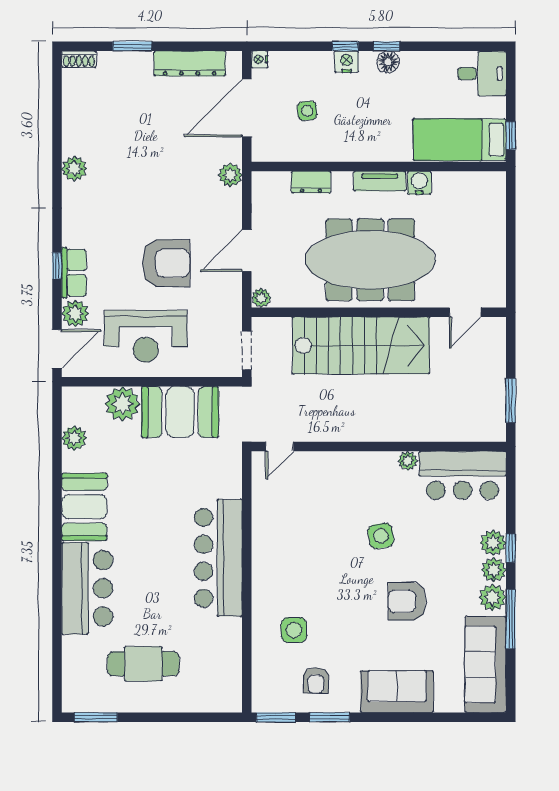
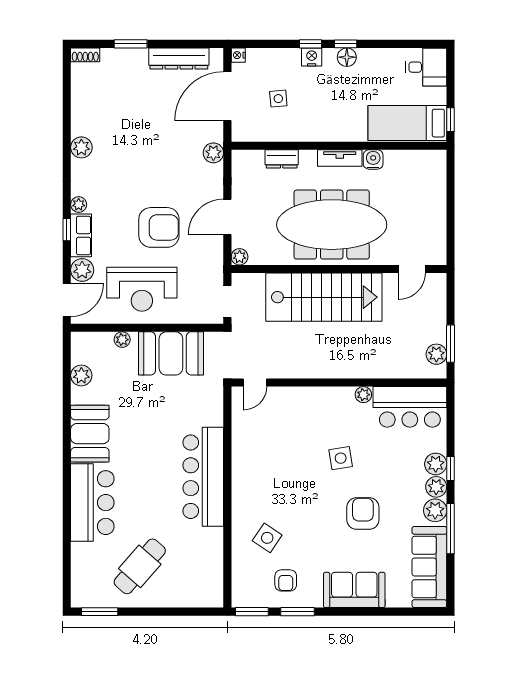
plant: (71, 236) -> (79, 205), added
plant: (122, 404) -> (122, 340), width x0.53, depth x0.53
plant: (494, 413) -> (436, 354), added
armchair: (407, 601) -> (363, 513), turned 90
side table: (294, 630) -> (267, 538), turned 34
cafe table: (143, 664) -> (140, 566), turned -49

